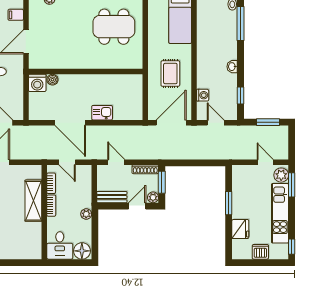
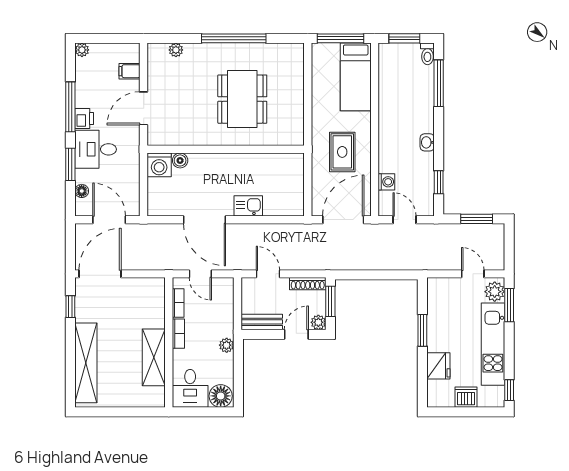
dining table: (114, 27) -> (242, 99), moved, turned 90
shelving: (33, 201) -> (154, 357), moved

